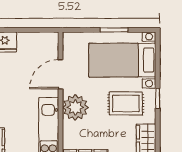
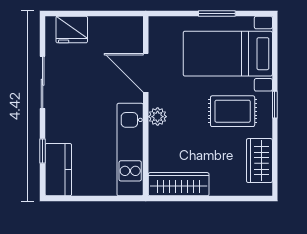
door: (60, 74) -> (146, 73), hinge flipped
plant: (75, 107) -> (158, 117), width x0.53, depth x0.53

